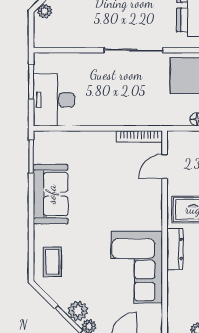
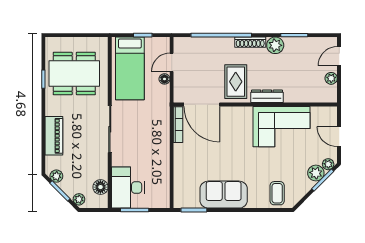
floor lamp: (60, 38) -> (100, 187), added
desk: (54, 100) -> (128, 188), moved, turned 90
door: (165, 166) -> (202, 104), width x1.88
coffee table: (52, 262) -> (277, 193), turned 90

